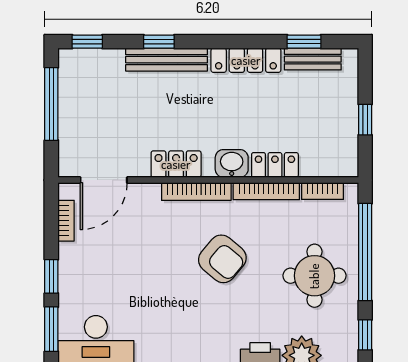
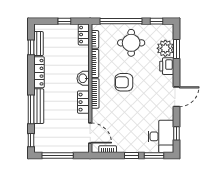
window: (159, 42) -> (31, 109), width x2.17
locker: (275, 165) -> (84, 35), moved
armchair: (222, 259) -> (124, 82), turned -130

